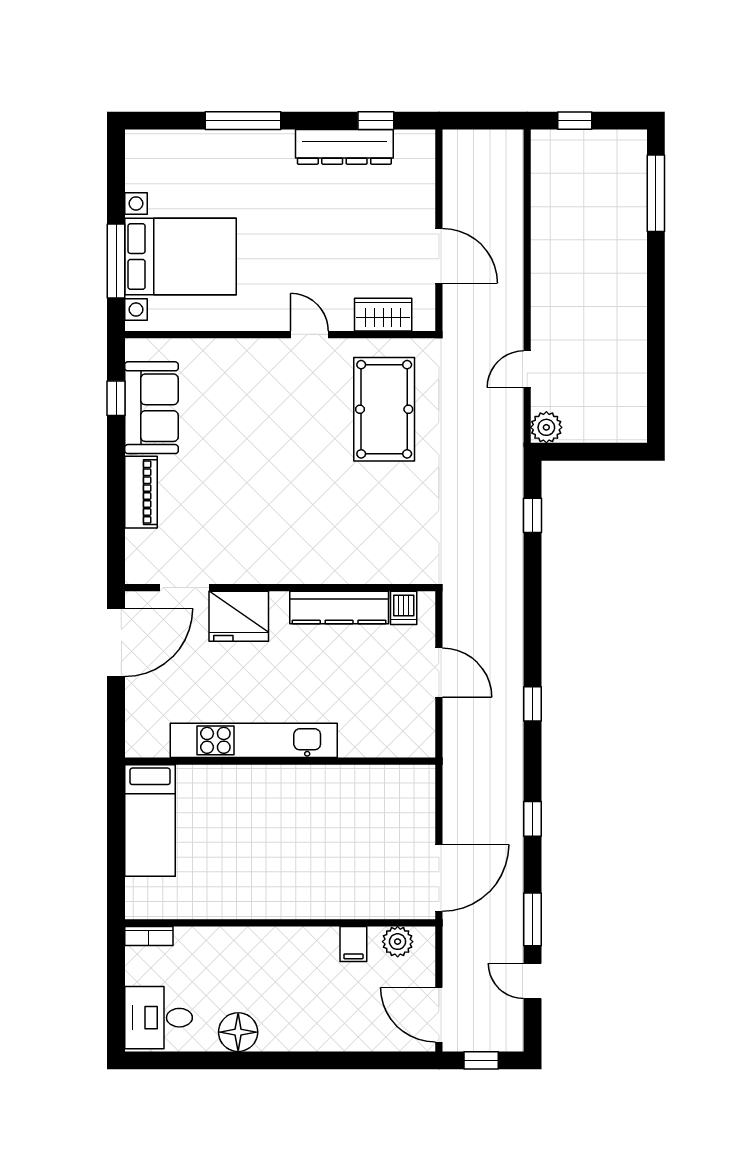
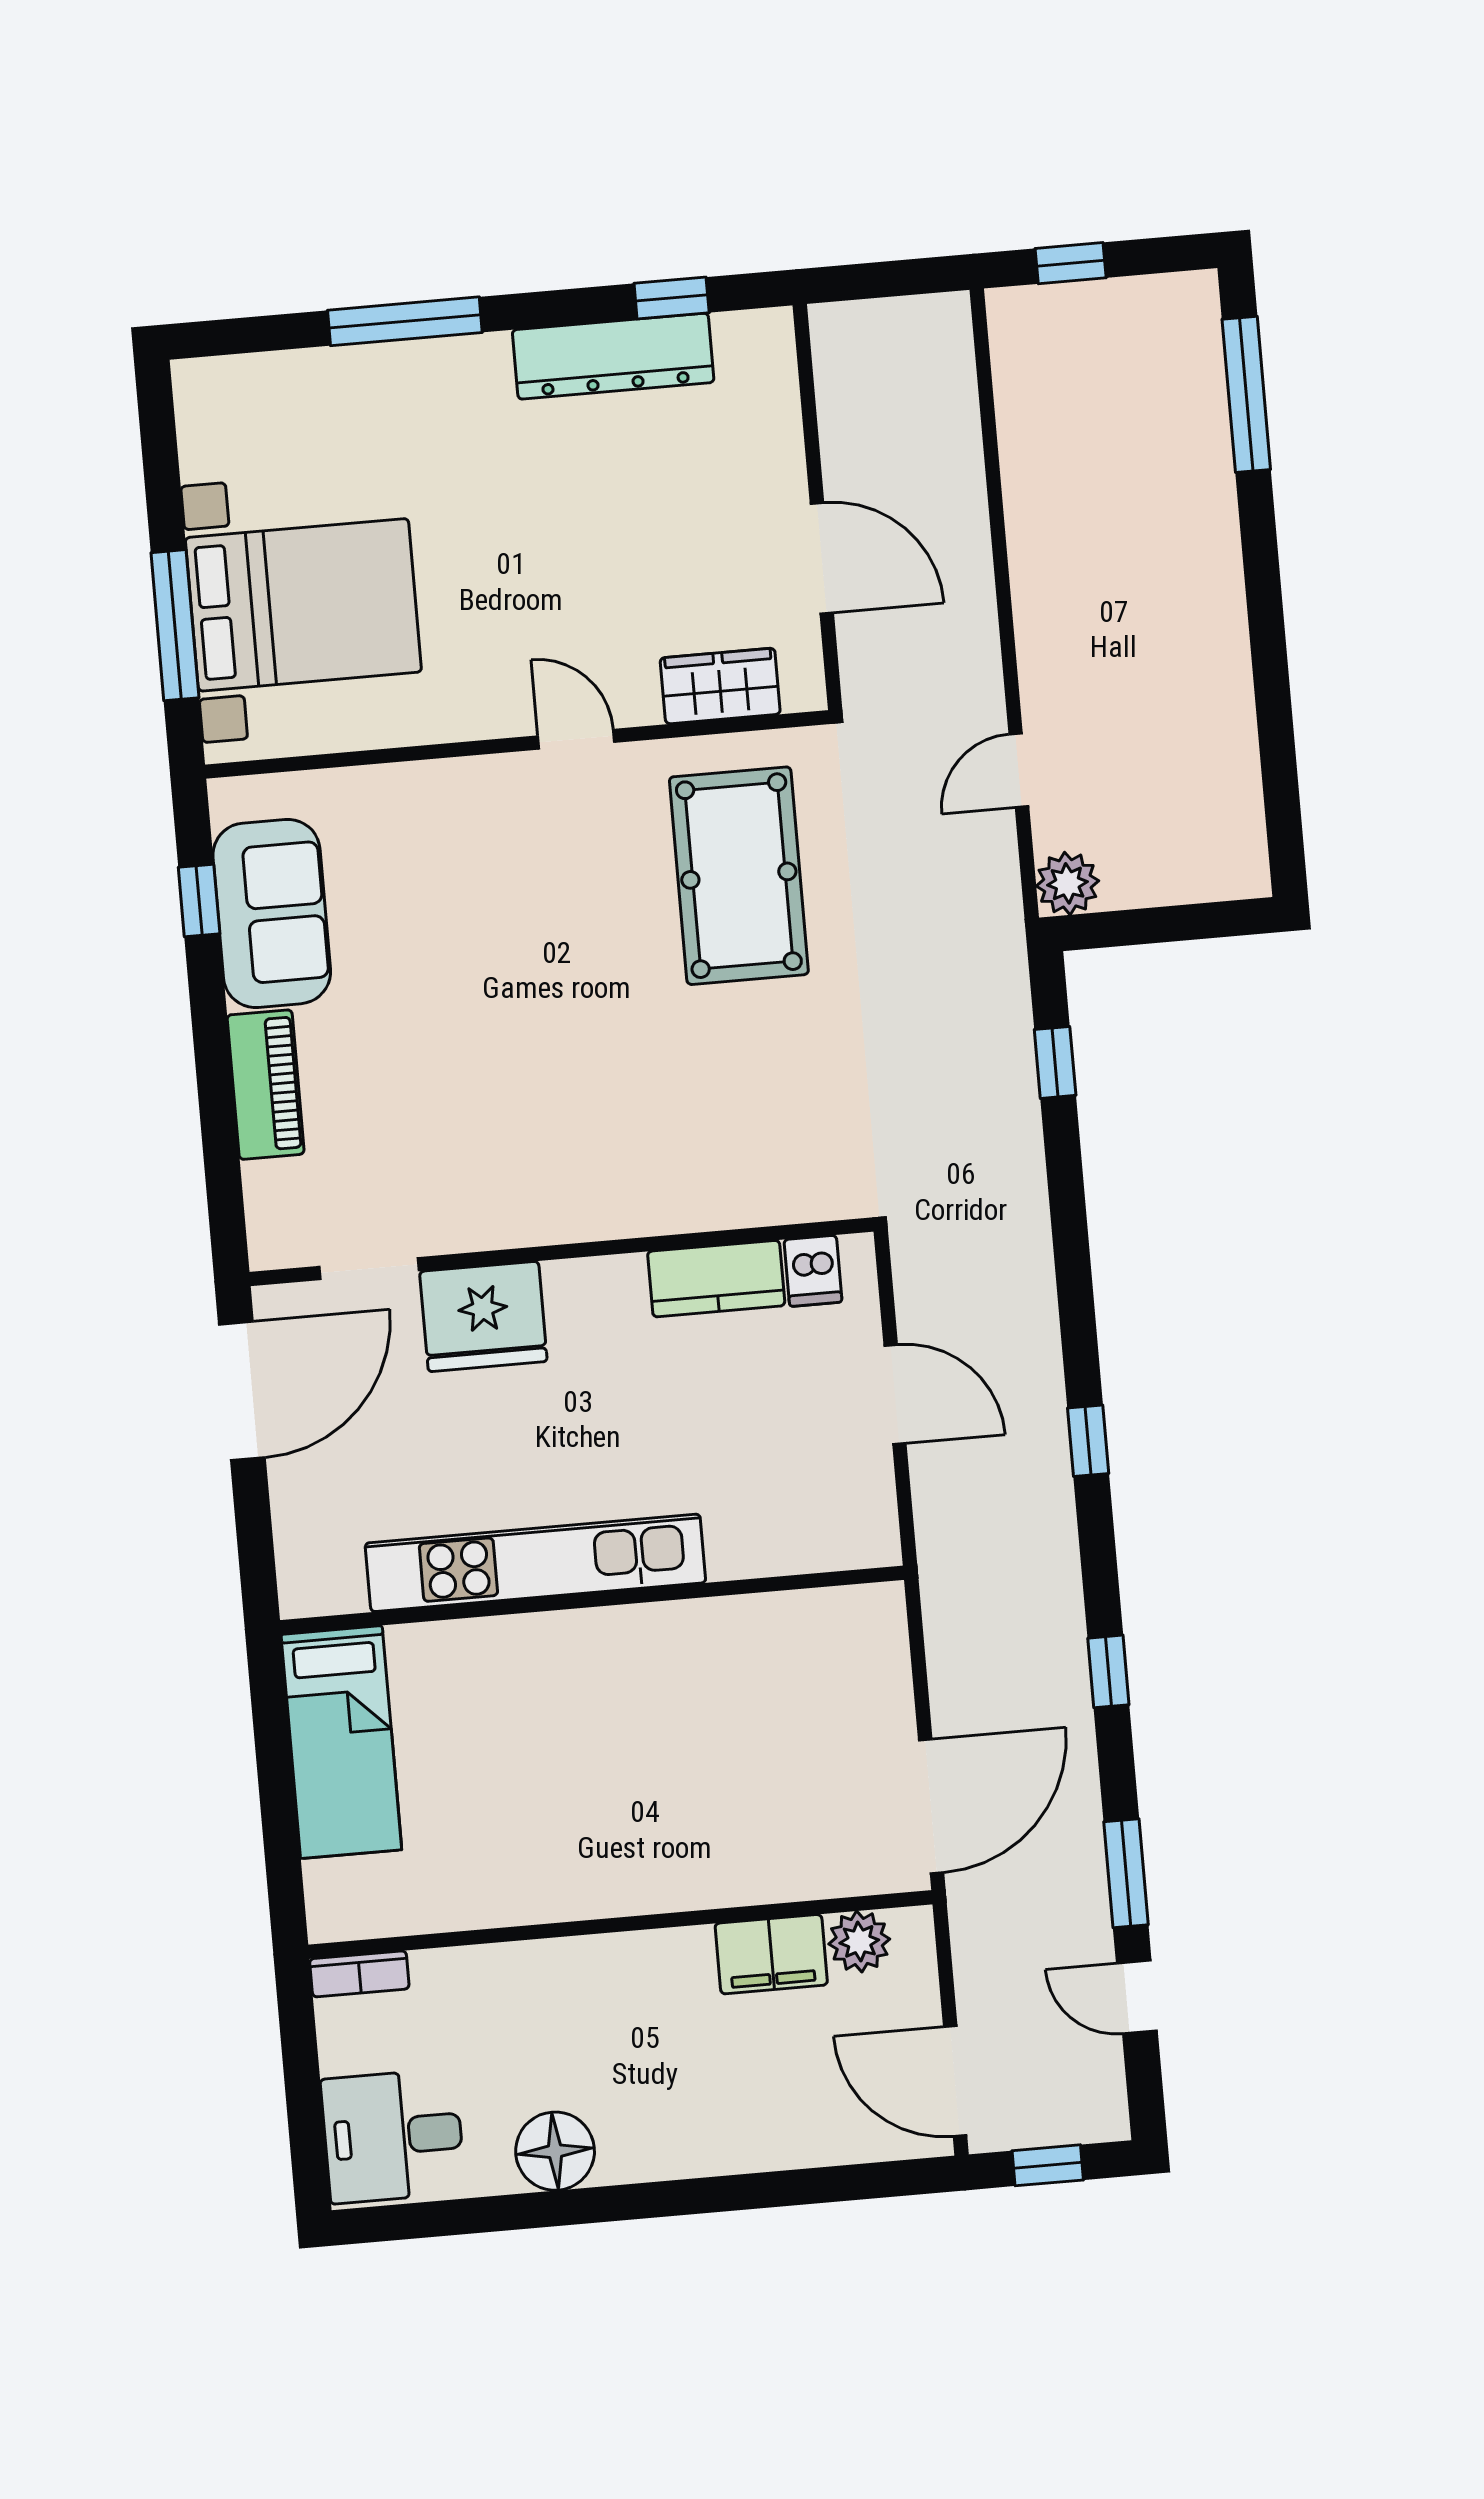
kitchen counter: (339, 608) -> (716, 1279), width x0.67
filing cabinet: (353, 944) -> (771, 1954), width x2.00

